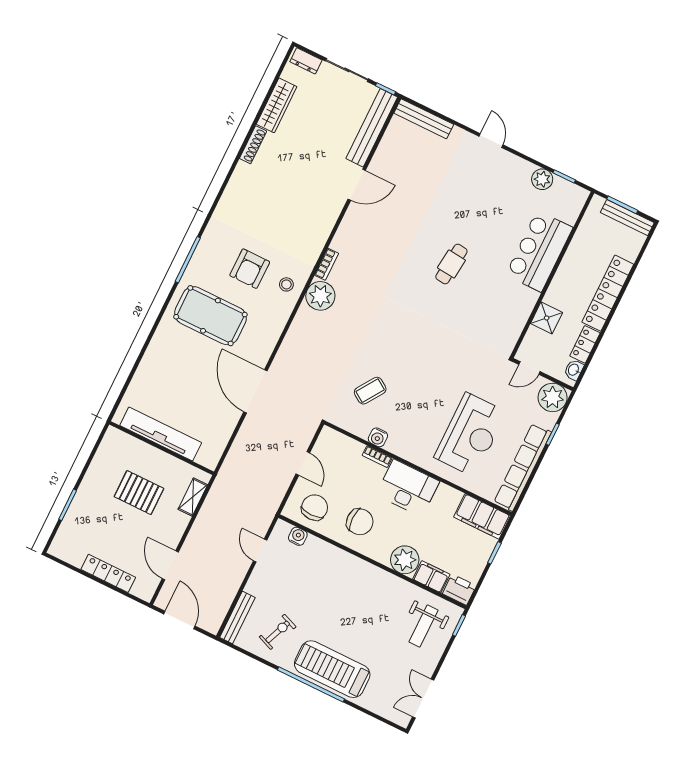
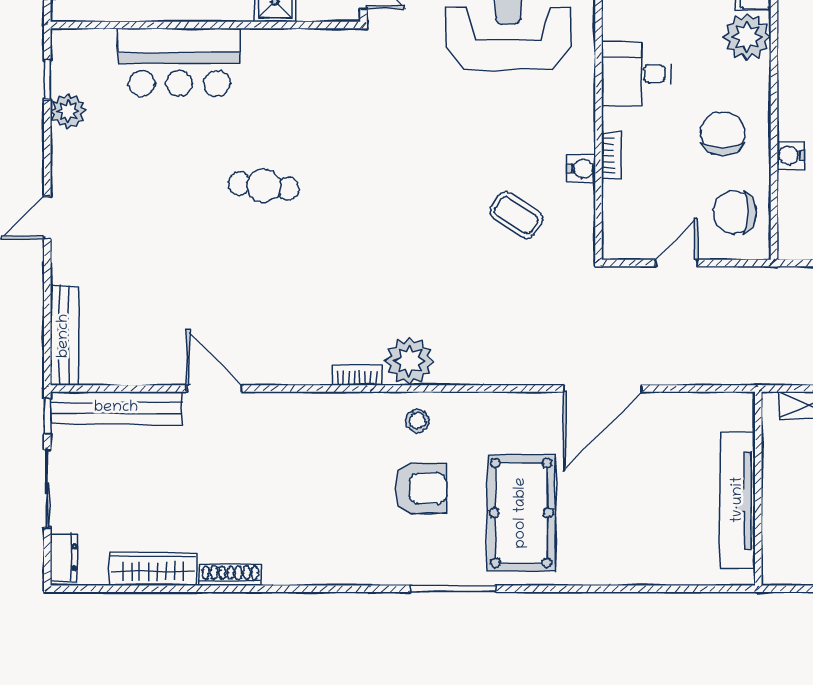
desk: (408, 488) -> (636, 74), width x0.73
water cooler: (298, 536) -> (791, 156), moved

